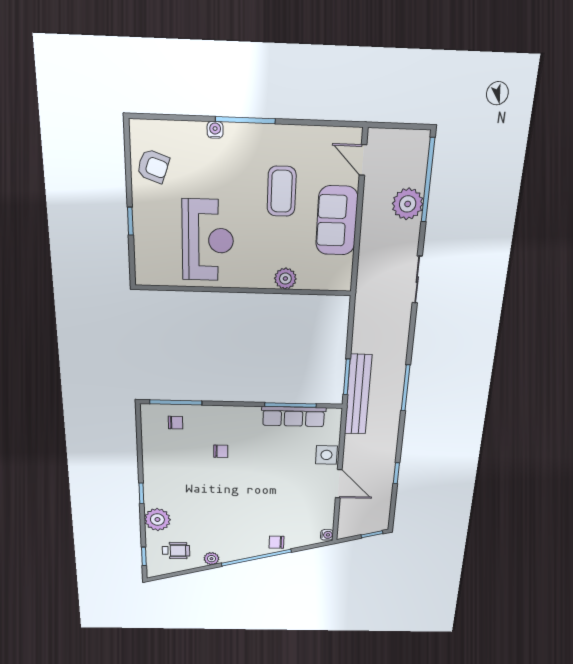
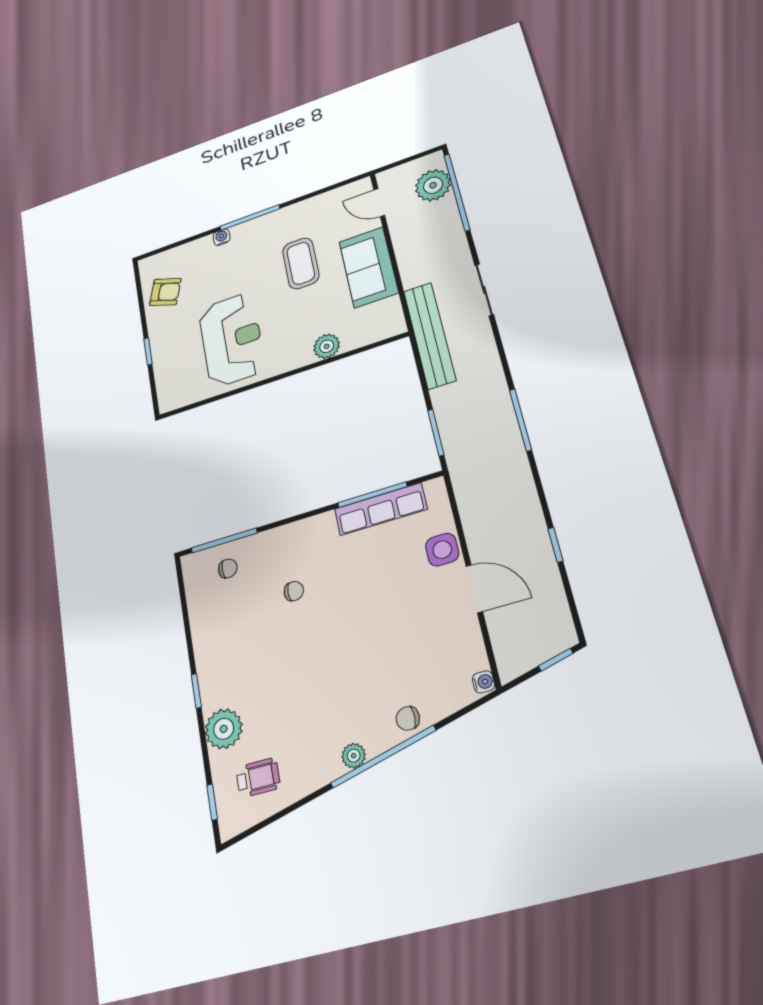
plant: (408, 204) -> (433, 185), moved
bench: (358, 395) -> (430, 335), moved
plant: (211, 559) -> (354, 756), moved

